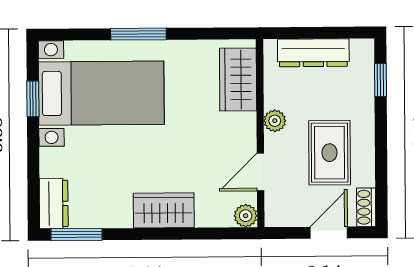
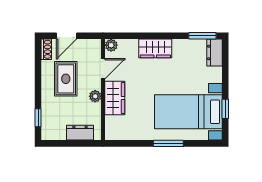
dresser: (313, 53) -> (80, 133), width x0.70
wardrobe: (238, 79) -> (115, 98), moved

